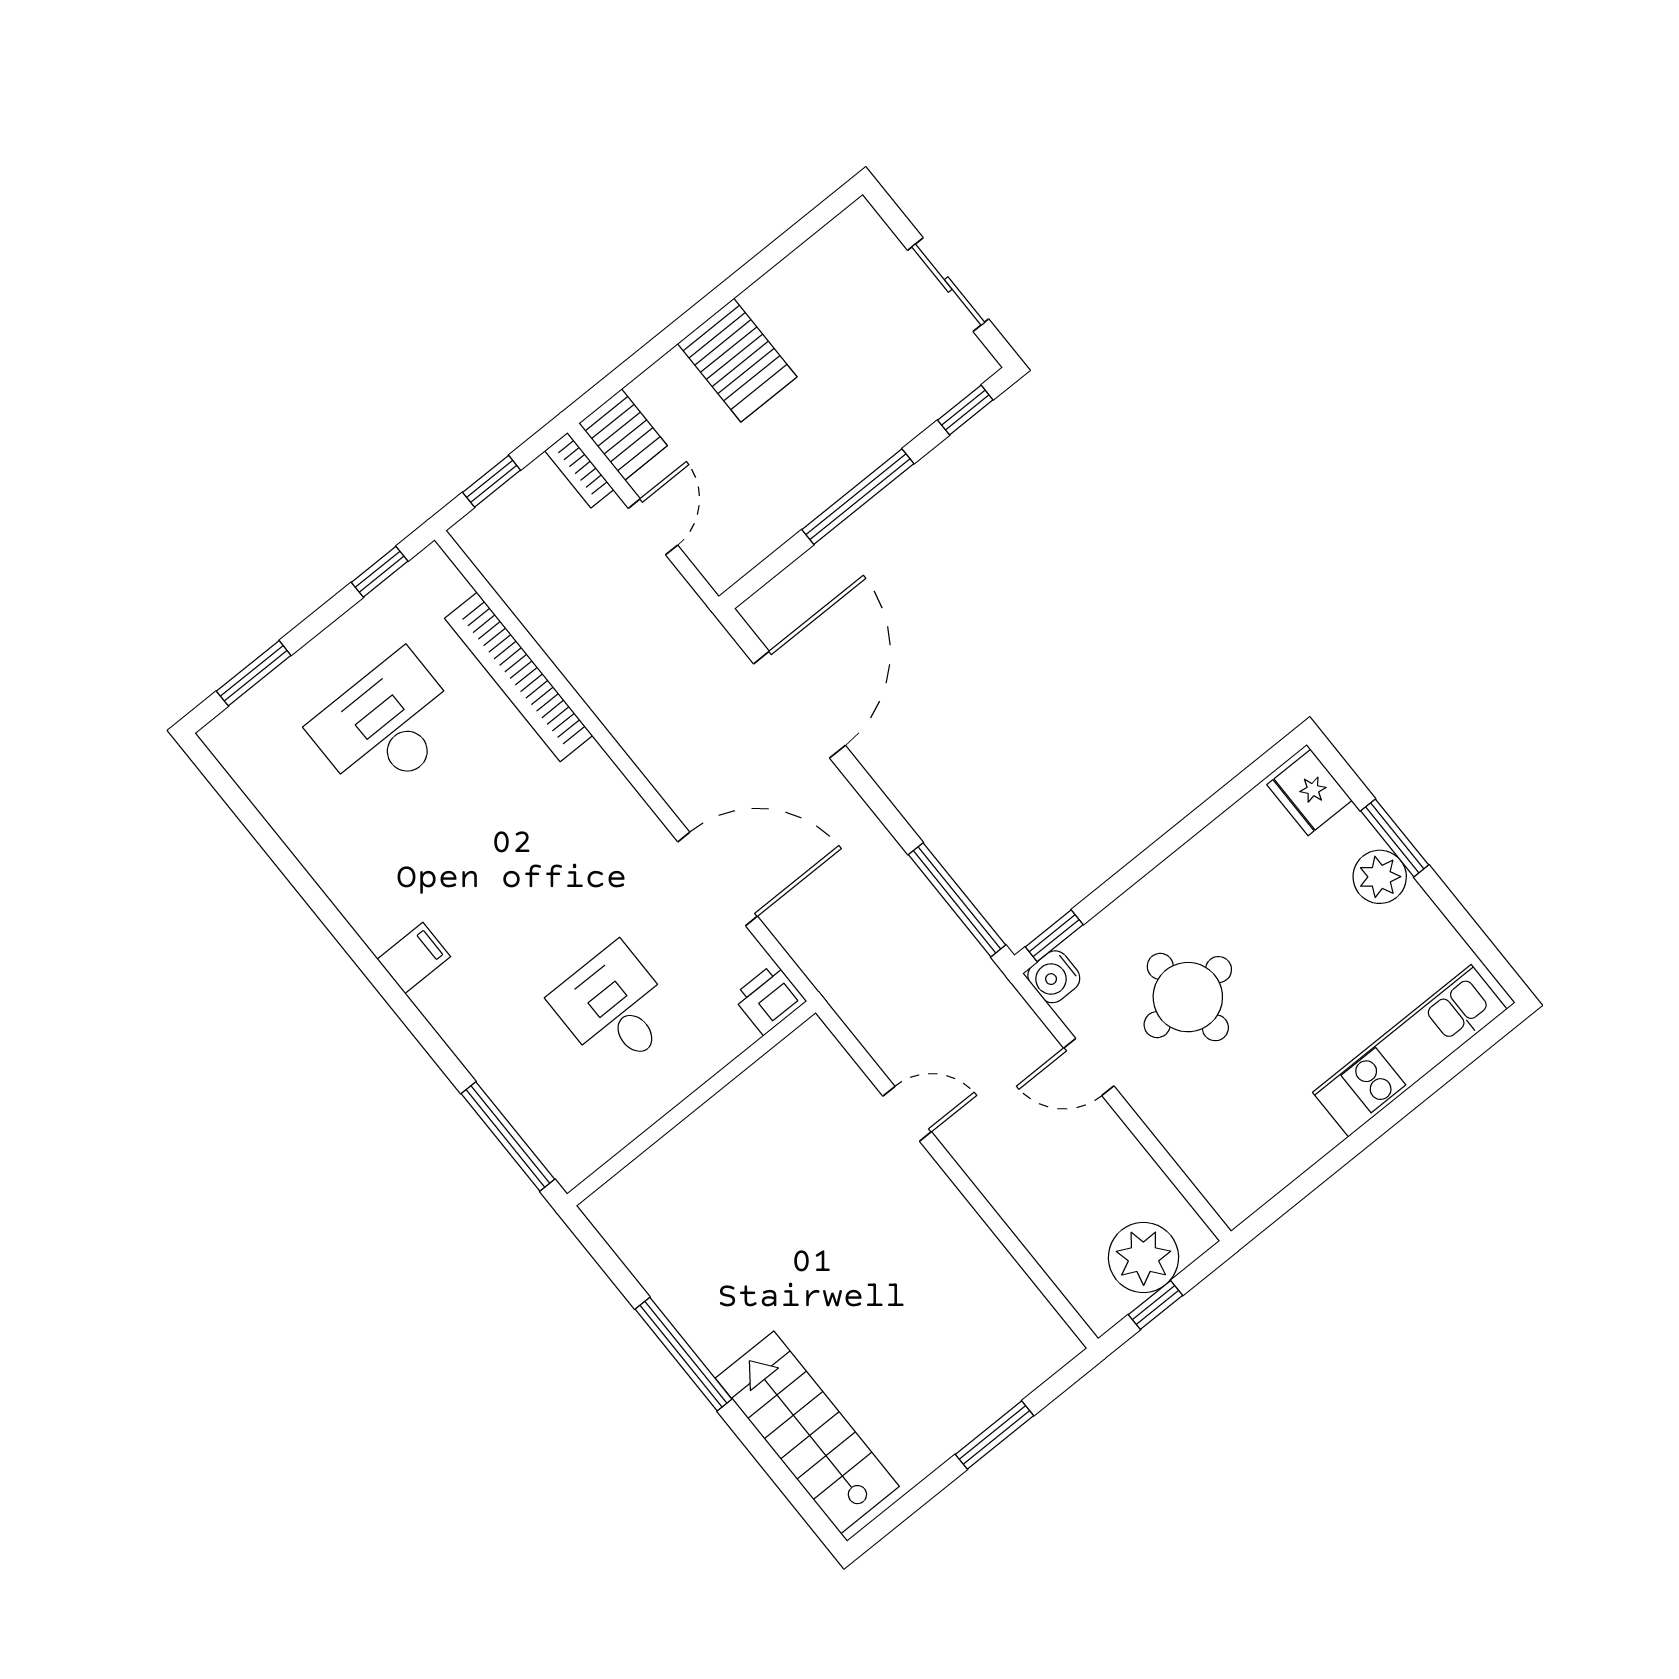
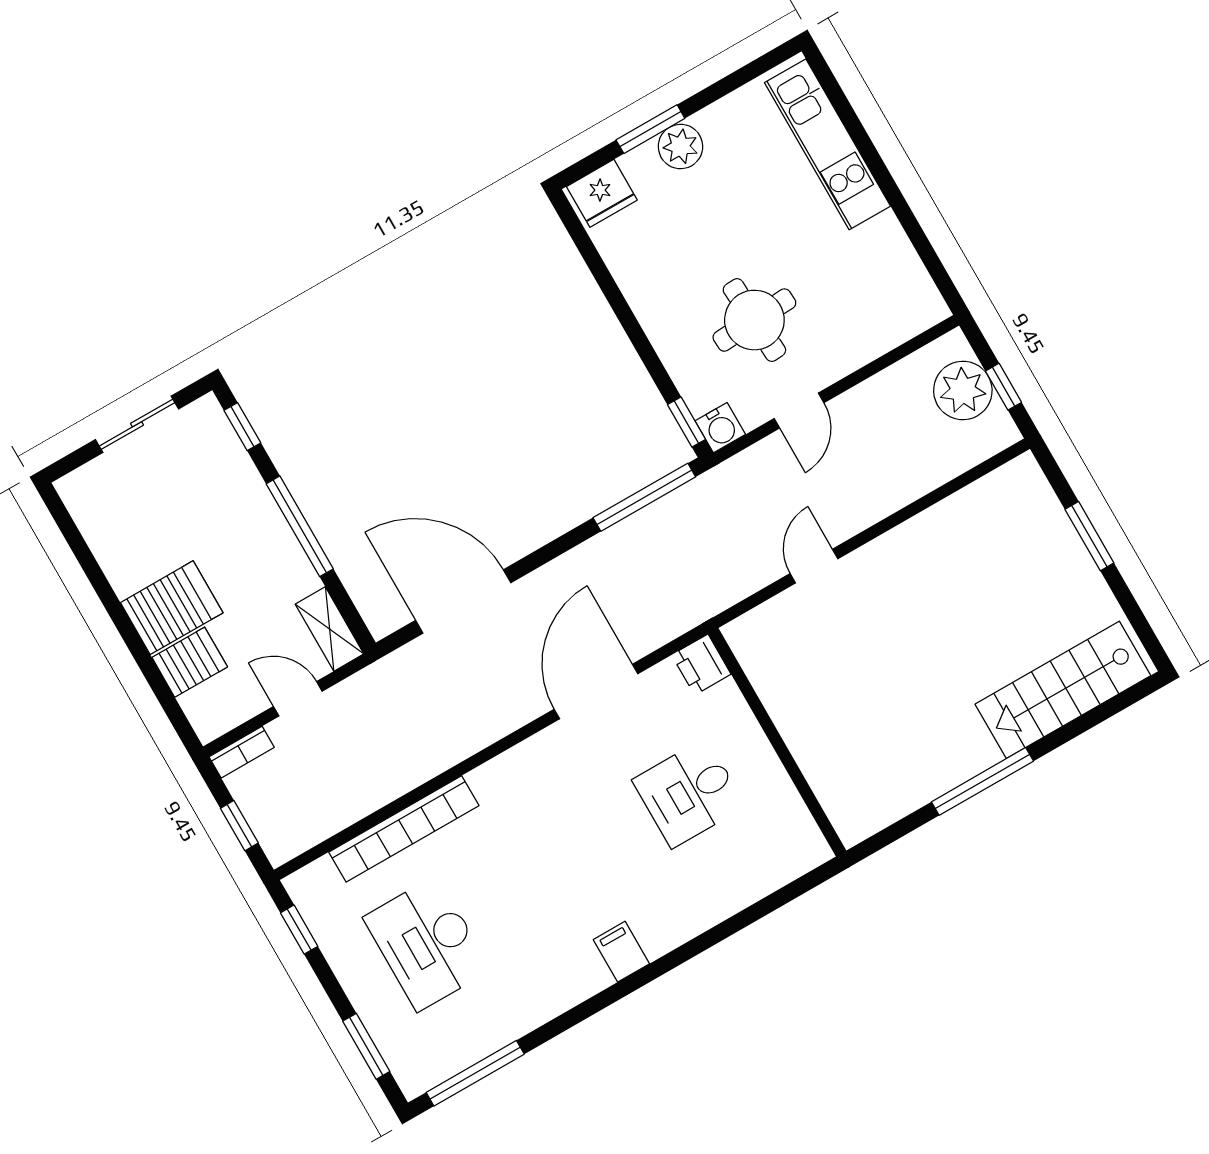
server rack: (623, 435) -> (190, 662), moved
shelving: (742, 551) -> (330, 629), added
window: (508, 1136) -> (475, 1073), moved

